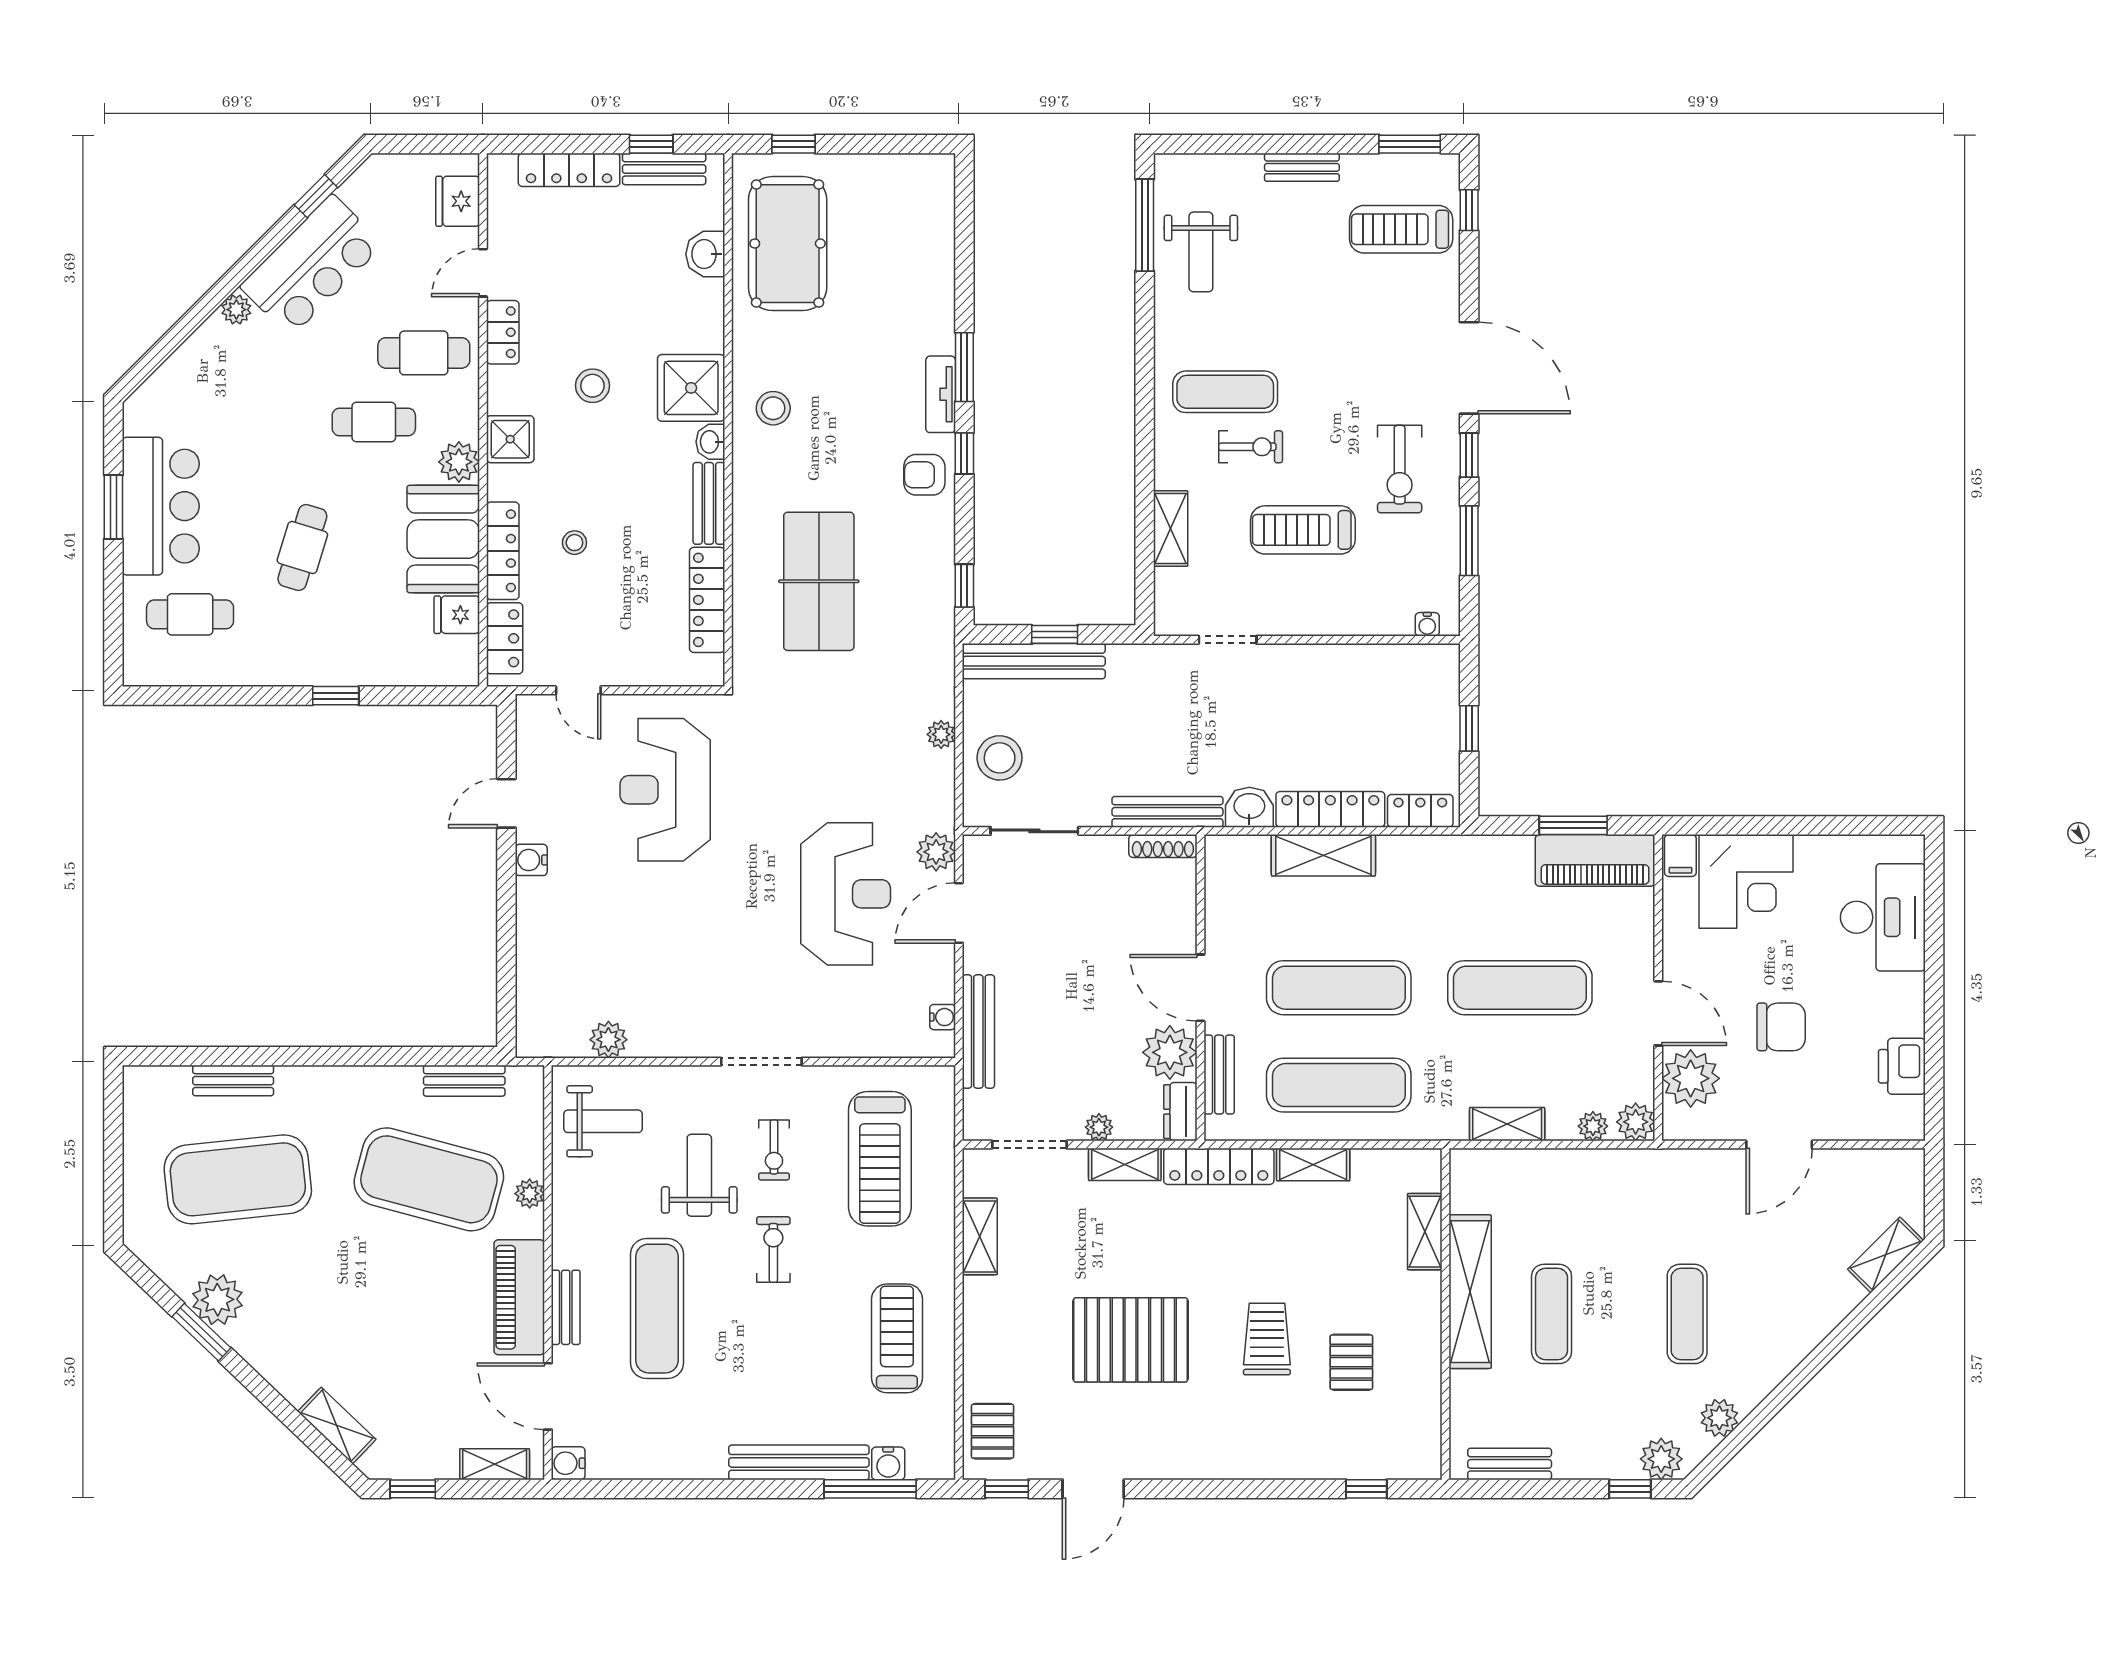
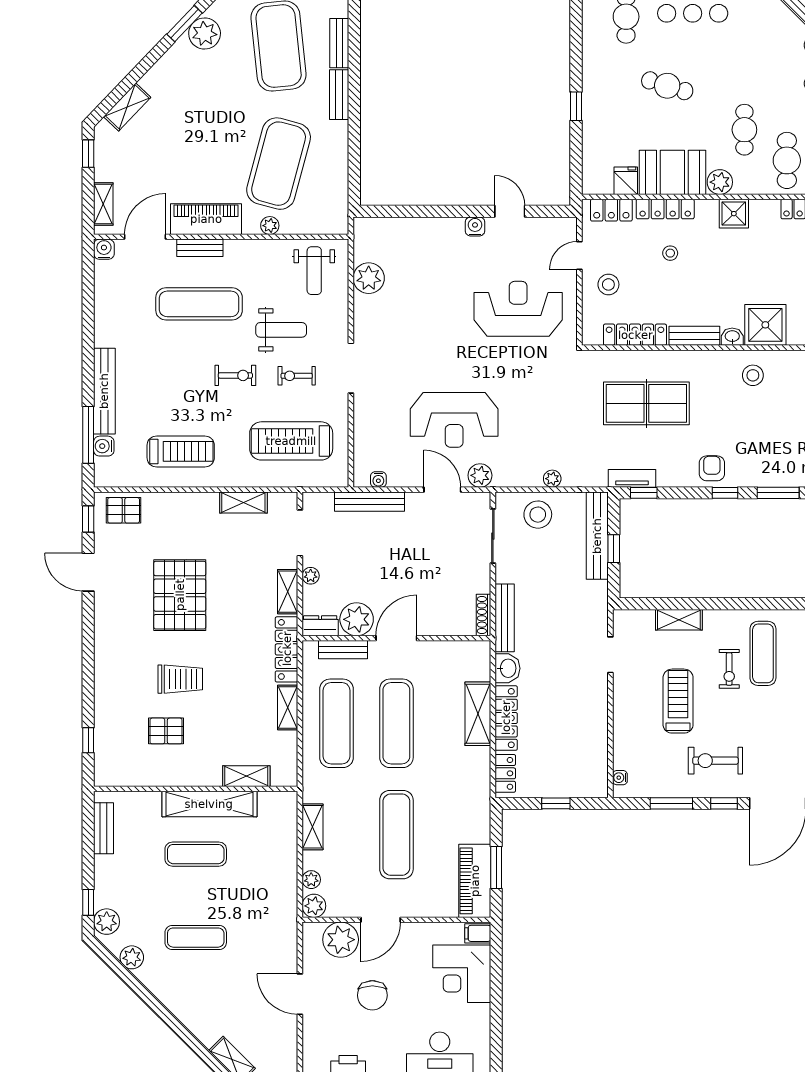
stool: (592, 386) -> (608, 284), moved
tv unit: (941, 394) -> (632, 478), moved
plant: (608, 1040) -> (369, 278), width x1.36, depth x1.36
bench: (464, 1081) -> (339, 95), moved

